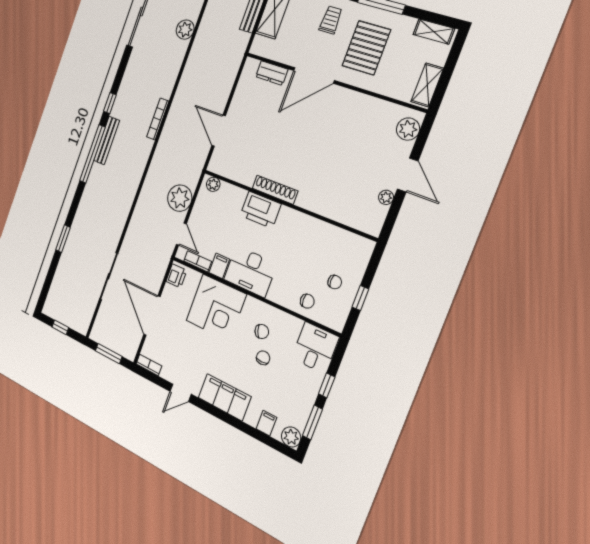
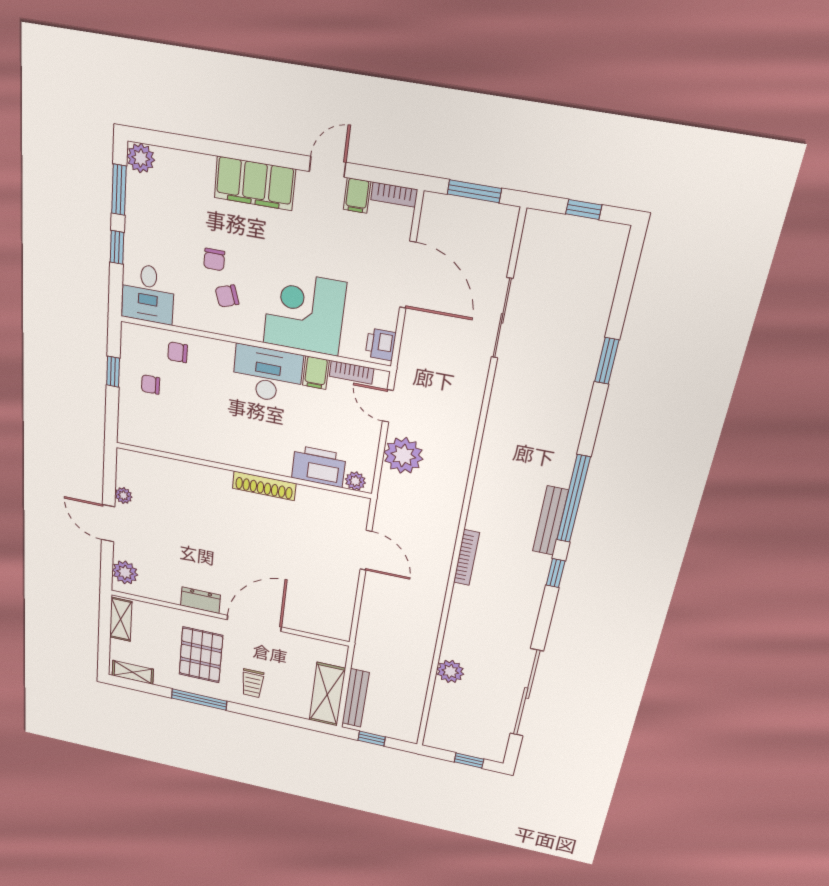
dresser: (272, 73) -> (200, 600), moved
printer: (261, 210) -> (319, 466), moved
filing cabinet: (266, 423) -> (357, 196), moved

